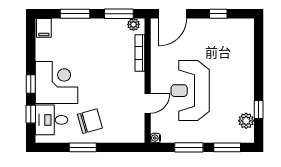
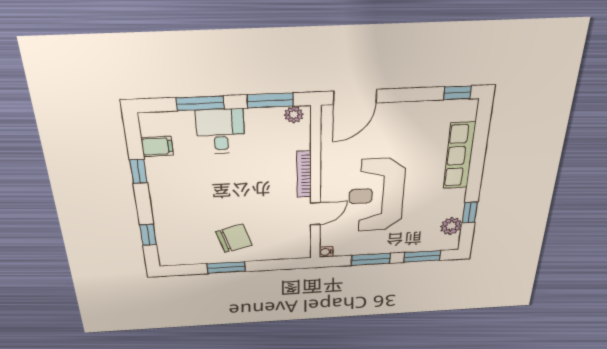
window: (218, 14) -> (457, 93), moved
filing cabinet: (44, 28) -> (157, 146), moved, turned -90
bookcase: (140, 53) -> (304, 174), moved
row of seats: (246, 61) -> (459, 156), added
corner desk: (56, 83) -> (181, 196), removed
window: (31, 84) -> (139, 171), moved
desk: (51, 120) -> (221, 131), moved, turned 90

